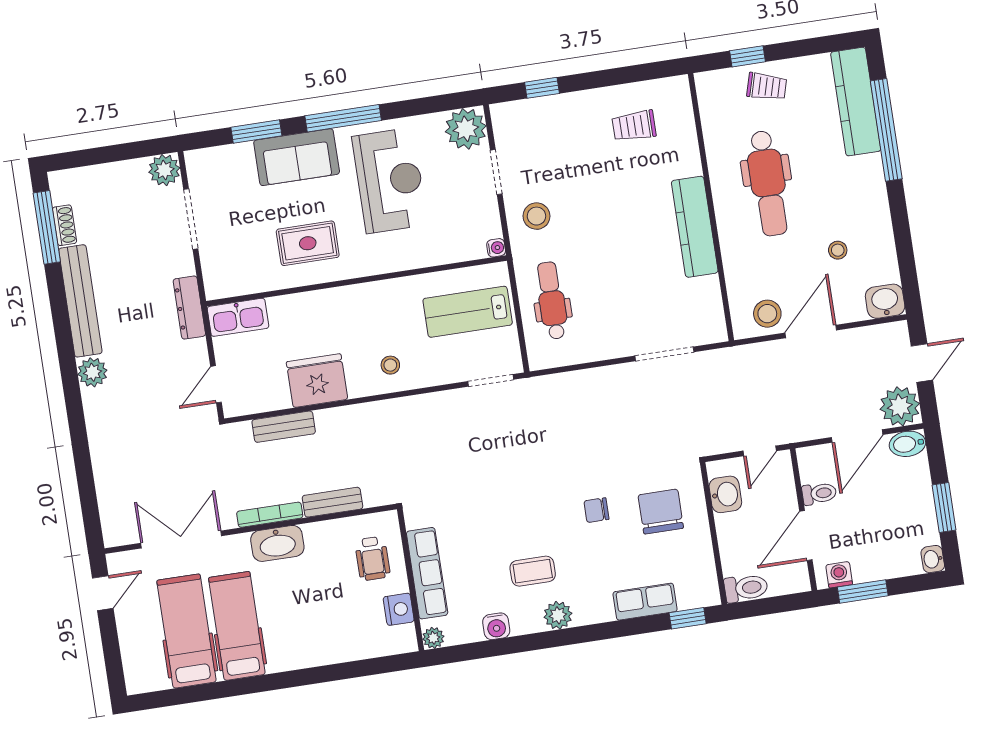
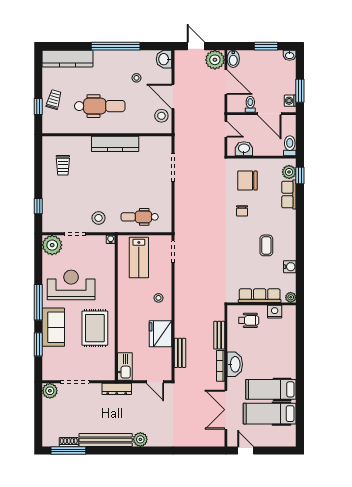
window: (886, 130) -> (116, 46), moved
rug: (308, 243) -> (95, 328), width x1.36, depth x1.43
plant: (558, 615) -> (289, 172), moved

